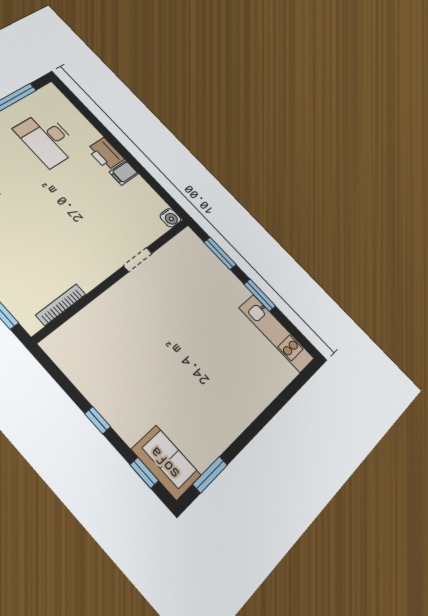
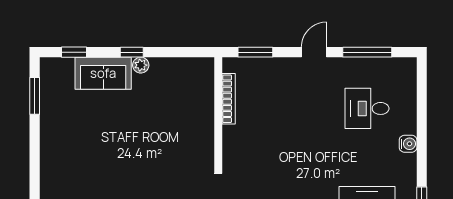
plant: (101, 403) -> (141, 65), added
sofa: (166, 462) -> (103, 73), moved

